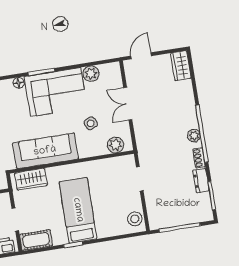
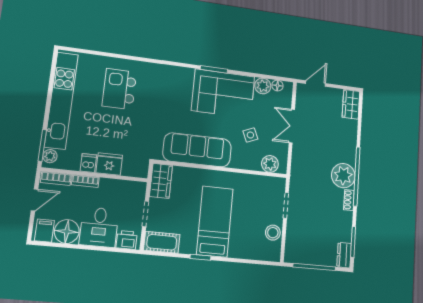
floor lamp: (19, 83) -> (277, 86), moved
plant: (194, 136) -> (343, 176), width x1.88, depth x1.88
wardrobe: (31, 179) -> (161, 181), moved, turned -90
dresser: (201, 180) -> (344, 255), moved
stool: (135, 219) -> (273, 233), moved

